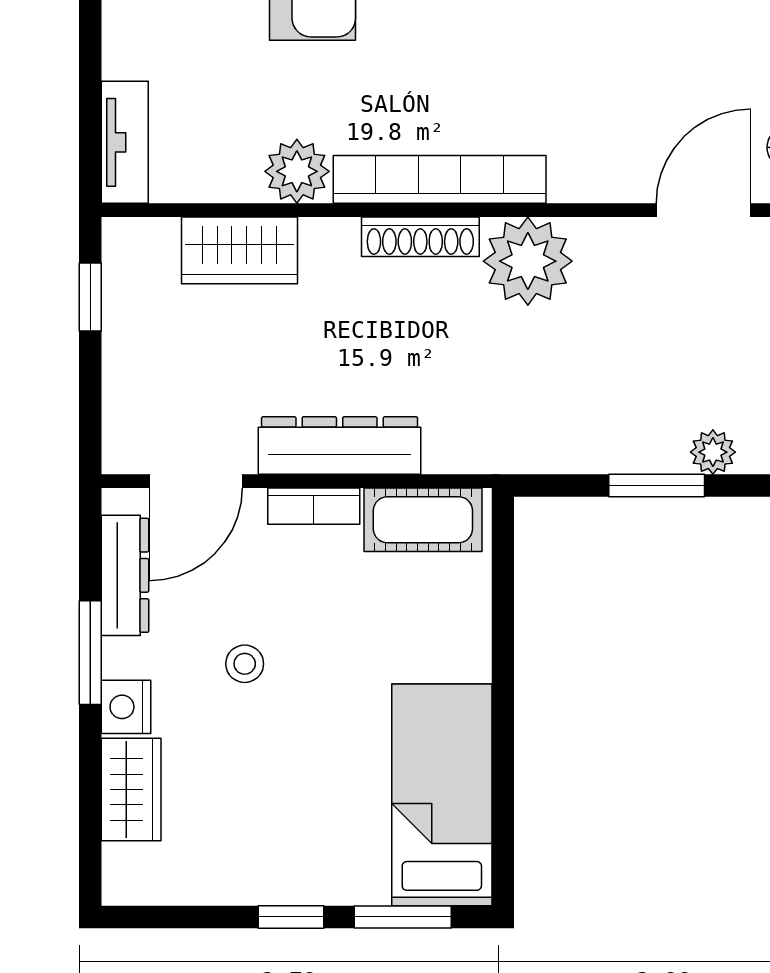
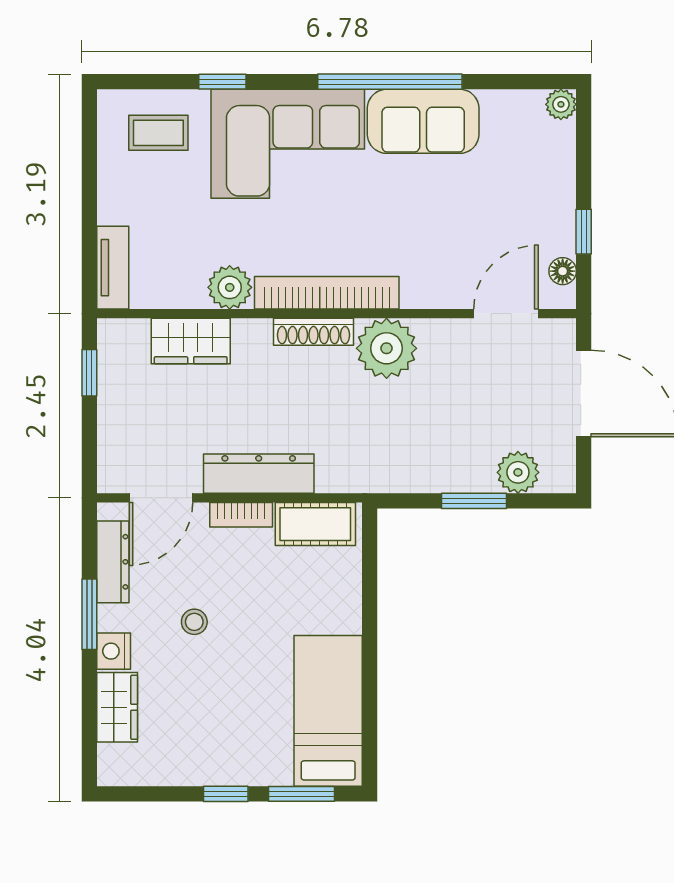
plant: (713, 452) -> (518, 472), width x1.38, depth x1.38

